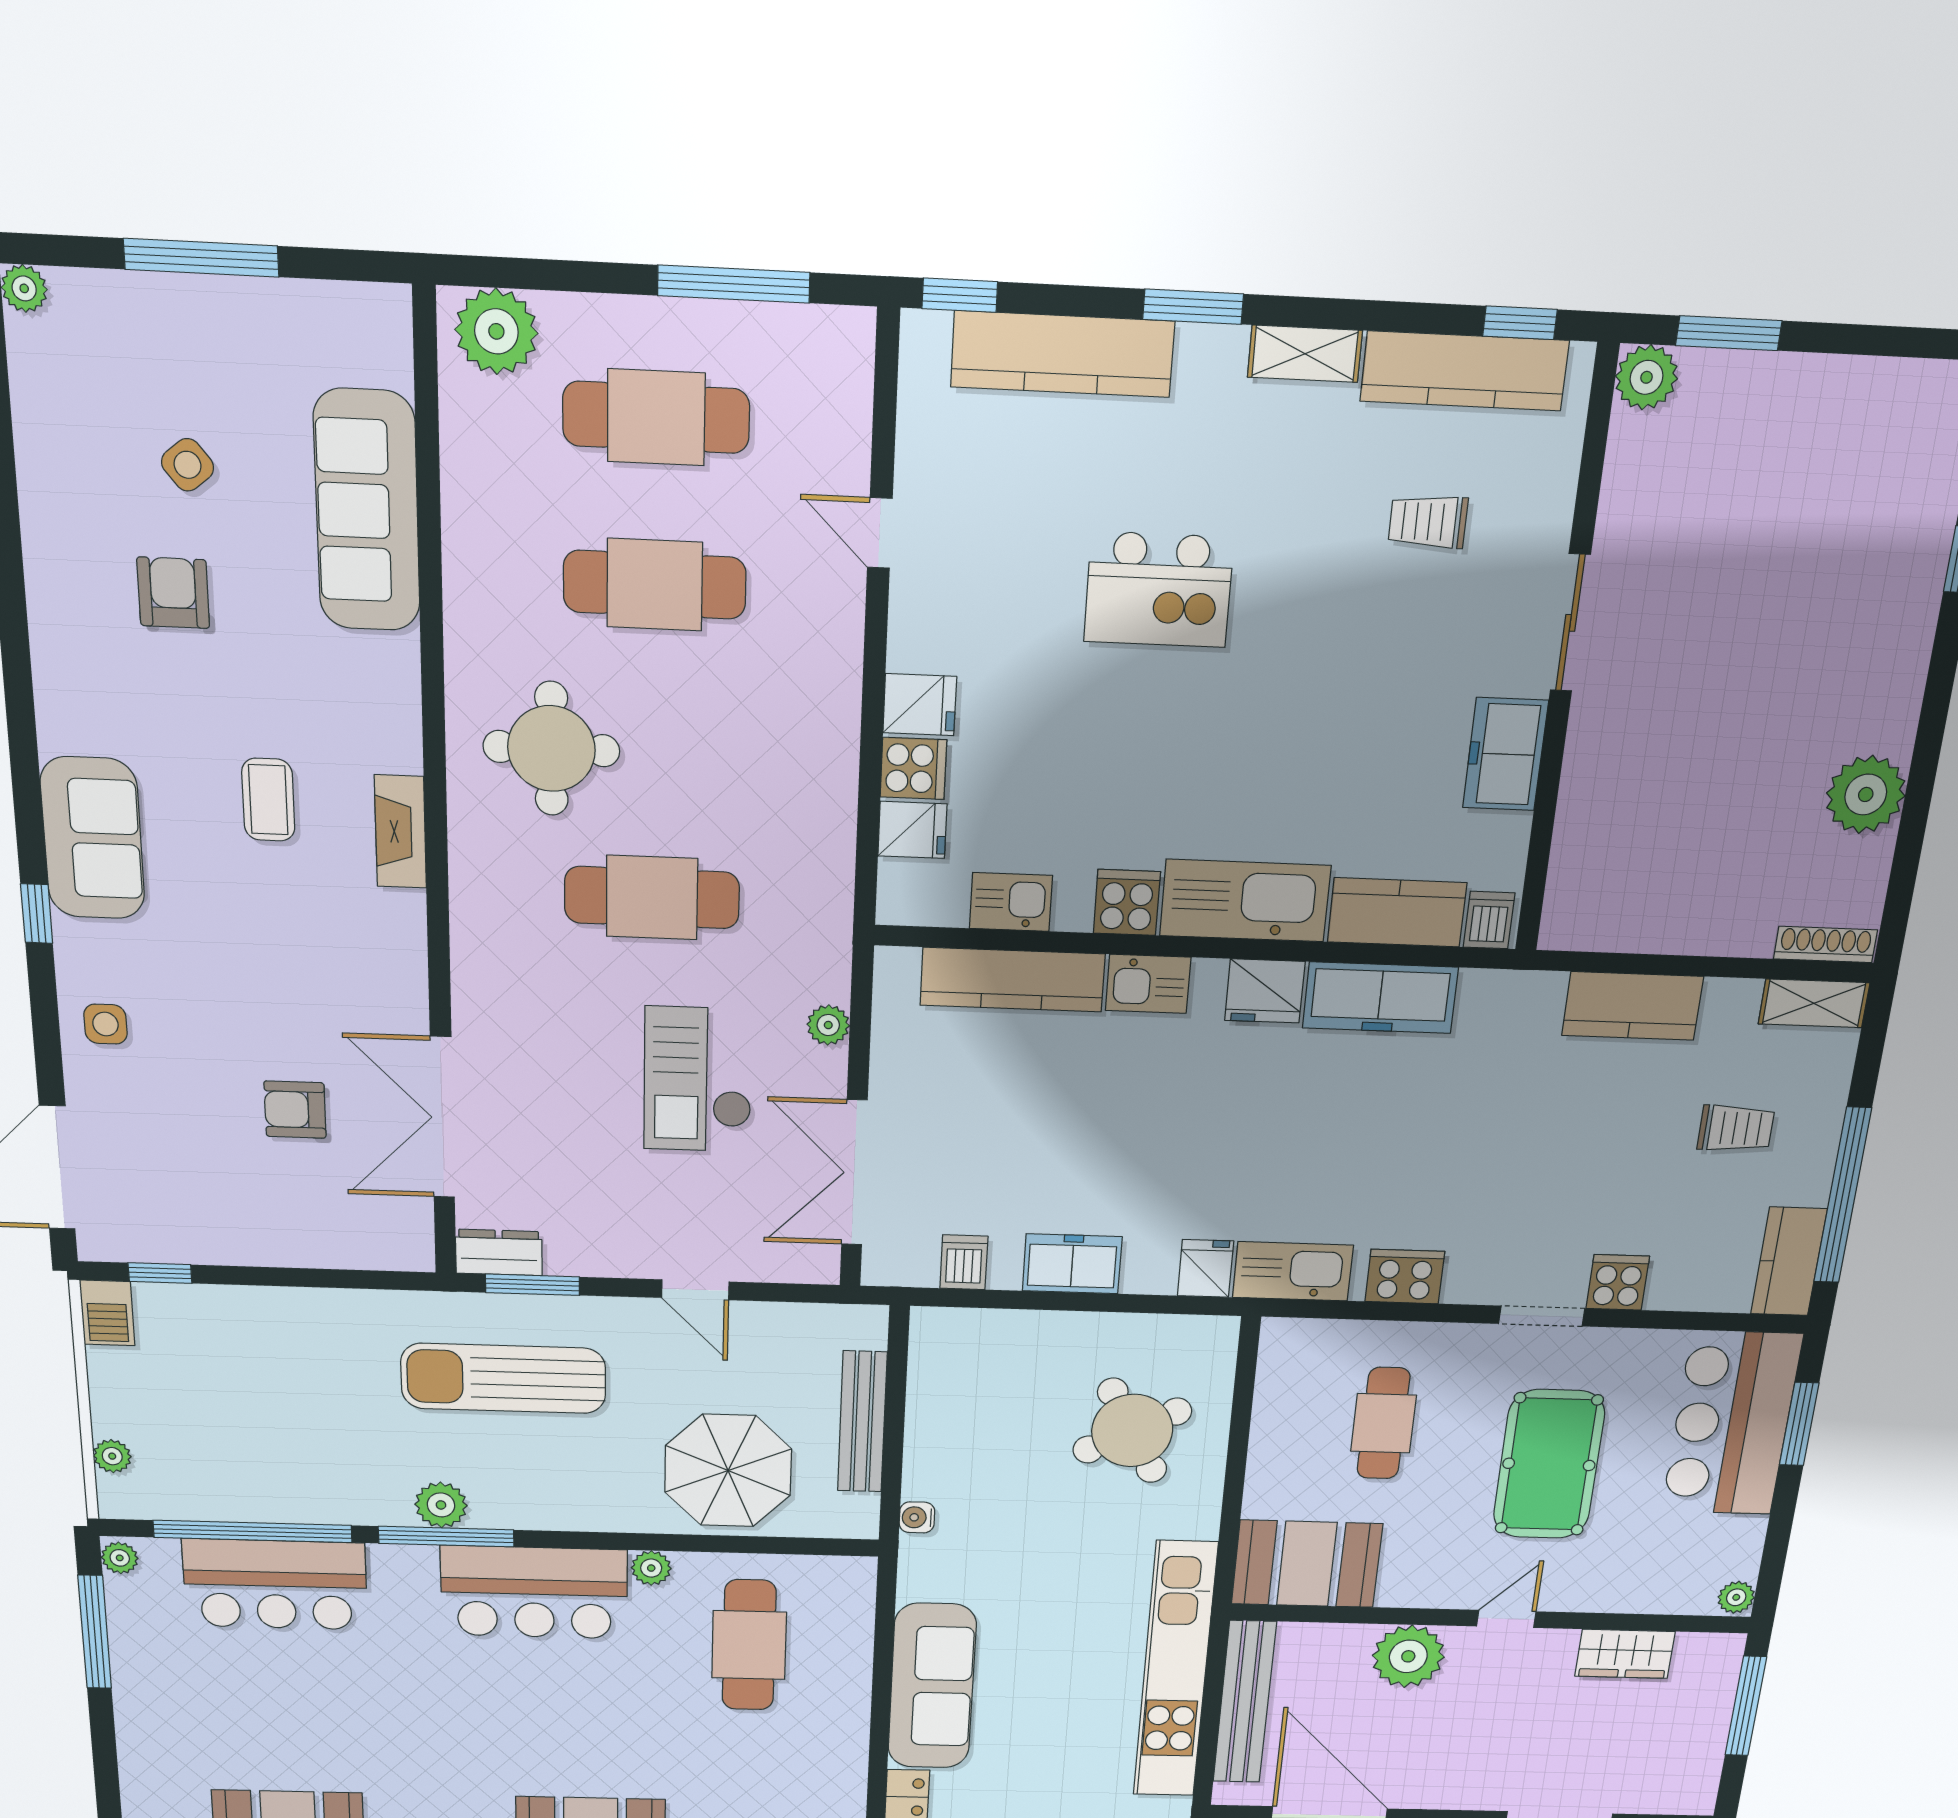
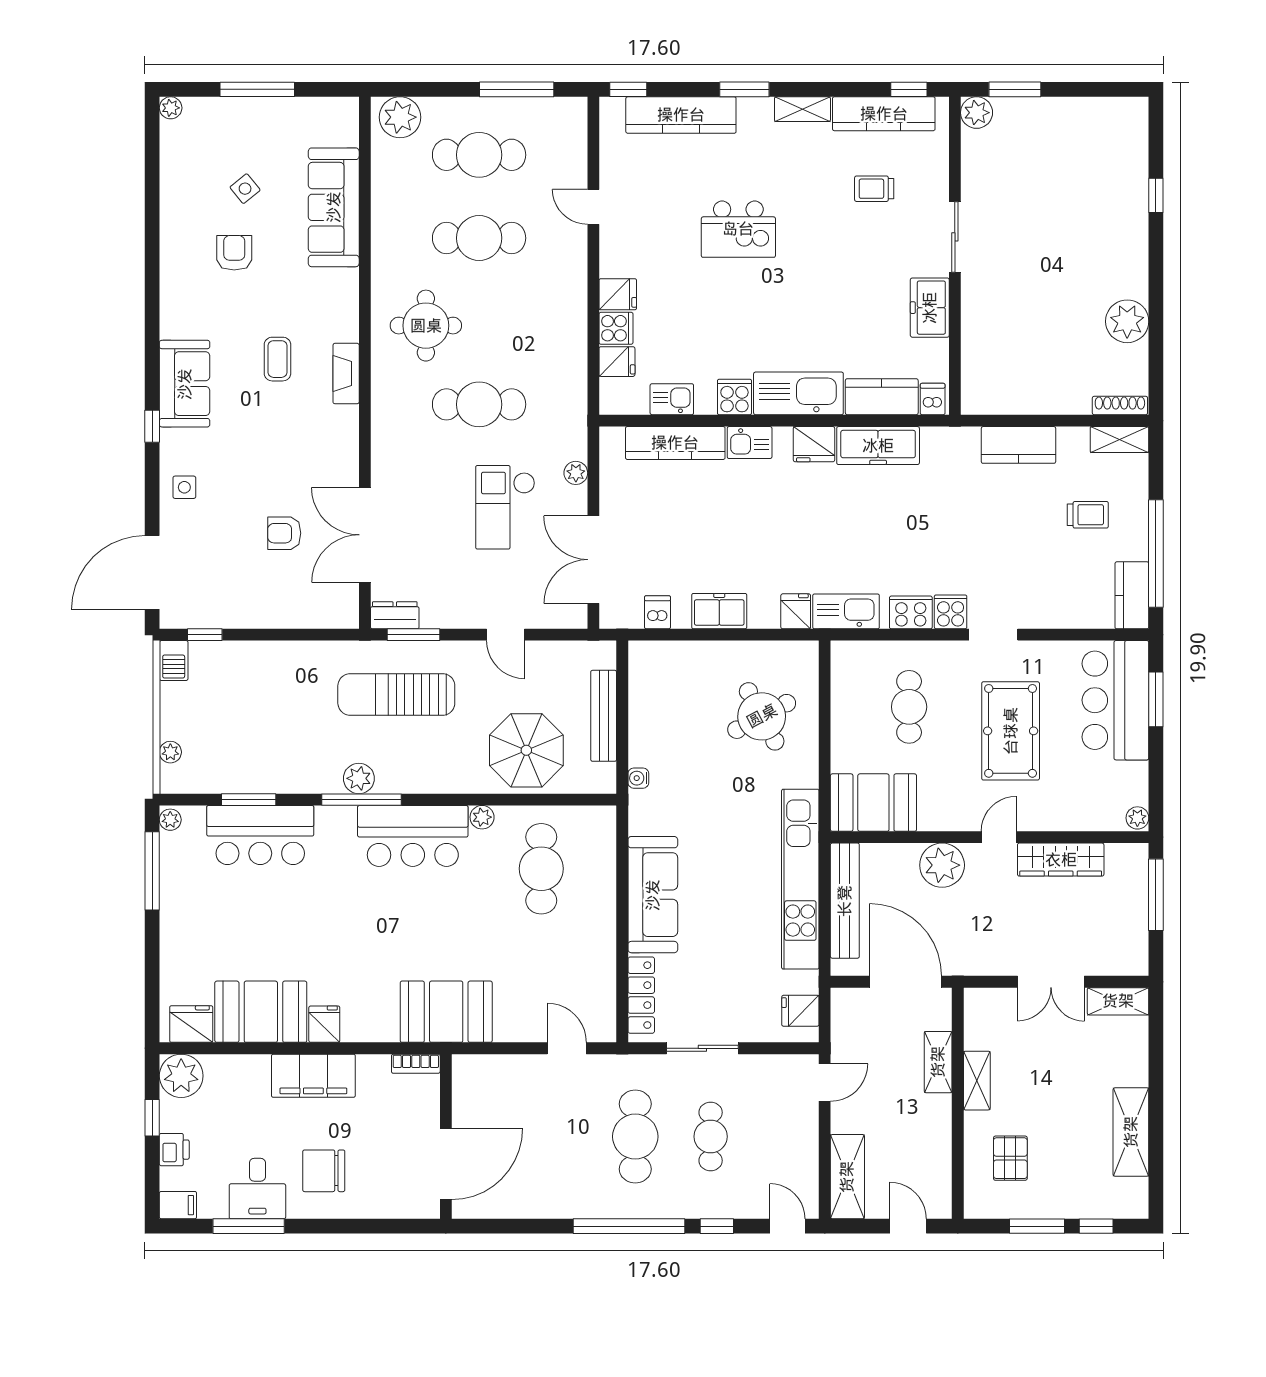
cooker: (1618, 1282) -> (951, 612), moved
window: (253, 1531) -> (249, 800), width x0.47
wardrobe: (1625, 1654) -> (1061, 860), width x1.50

